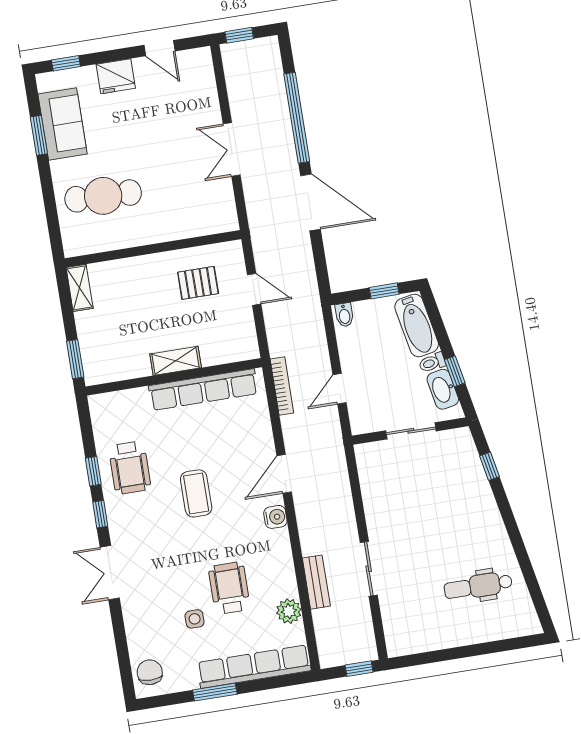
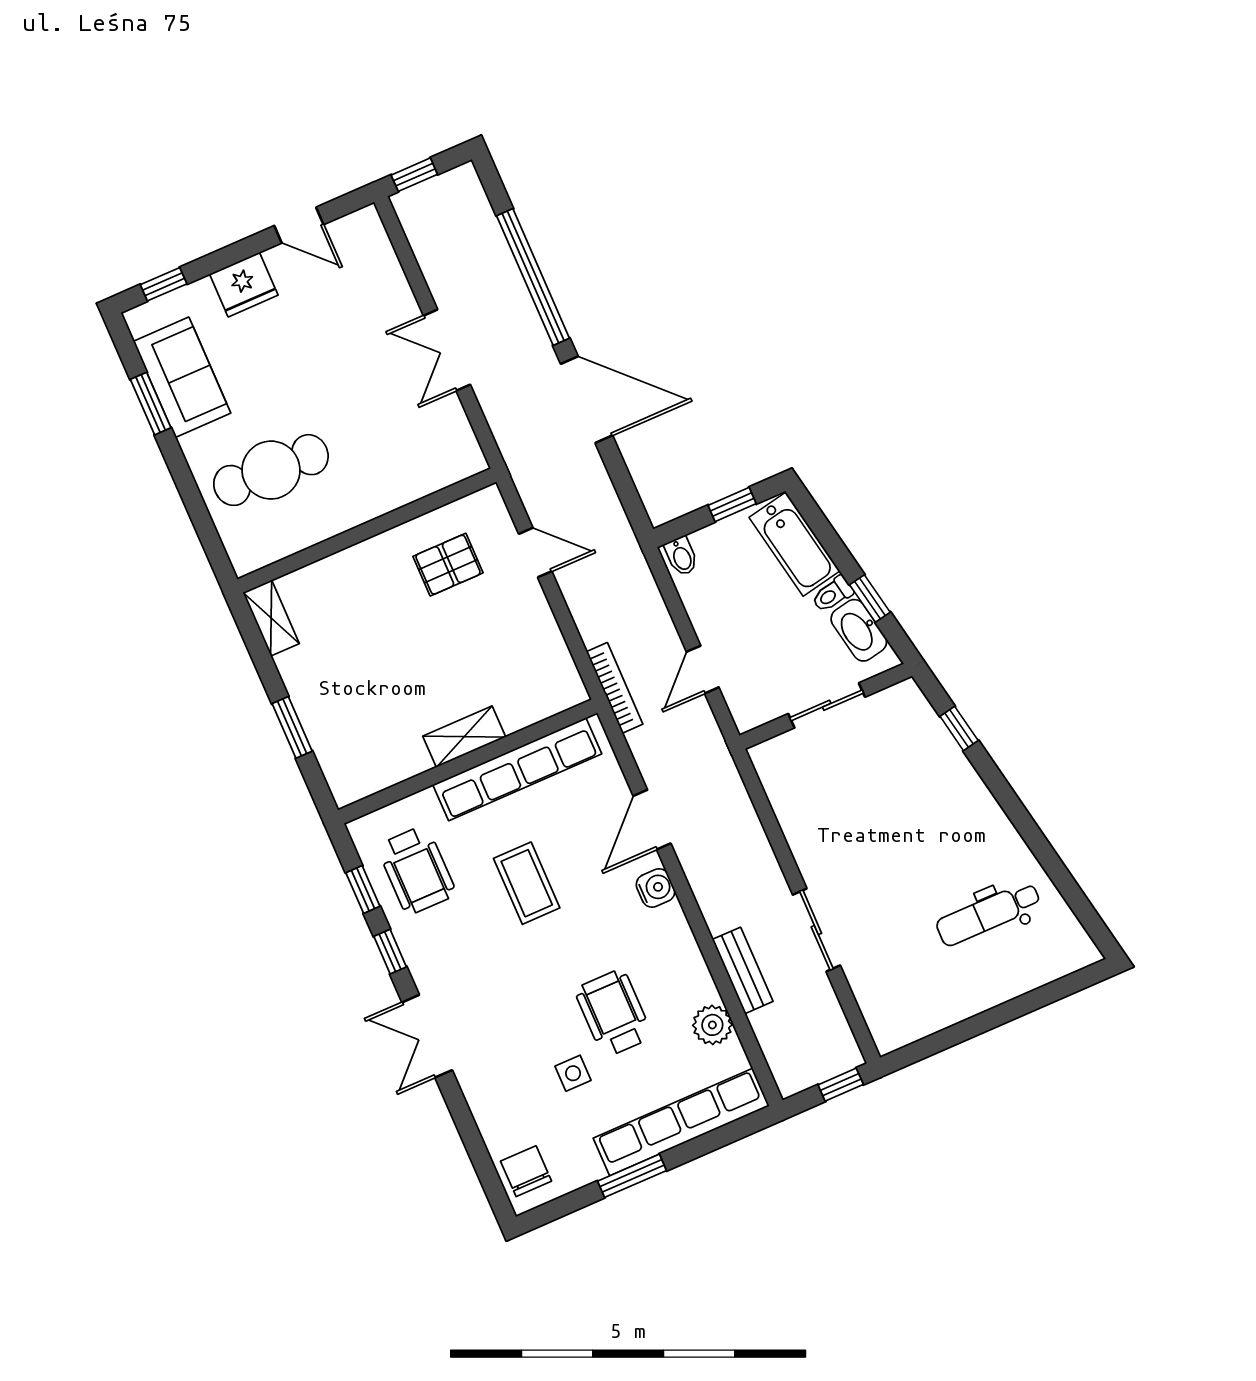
shelving: (176, 361) -> (464, 737), moved
wall: (174, 377) -> (468, 761), moved
row of seats: (203, 390) -> (517, 769), moved

